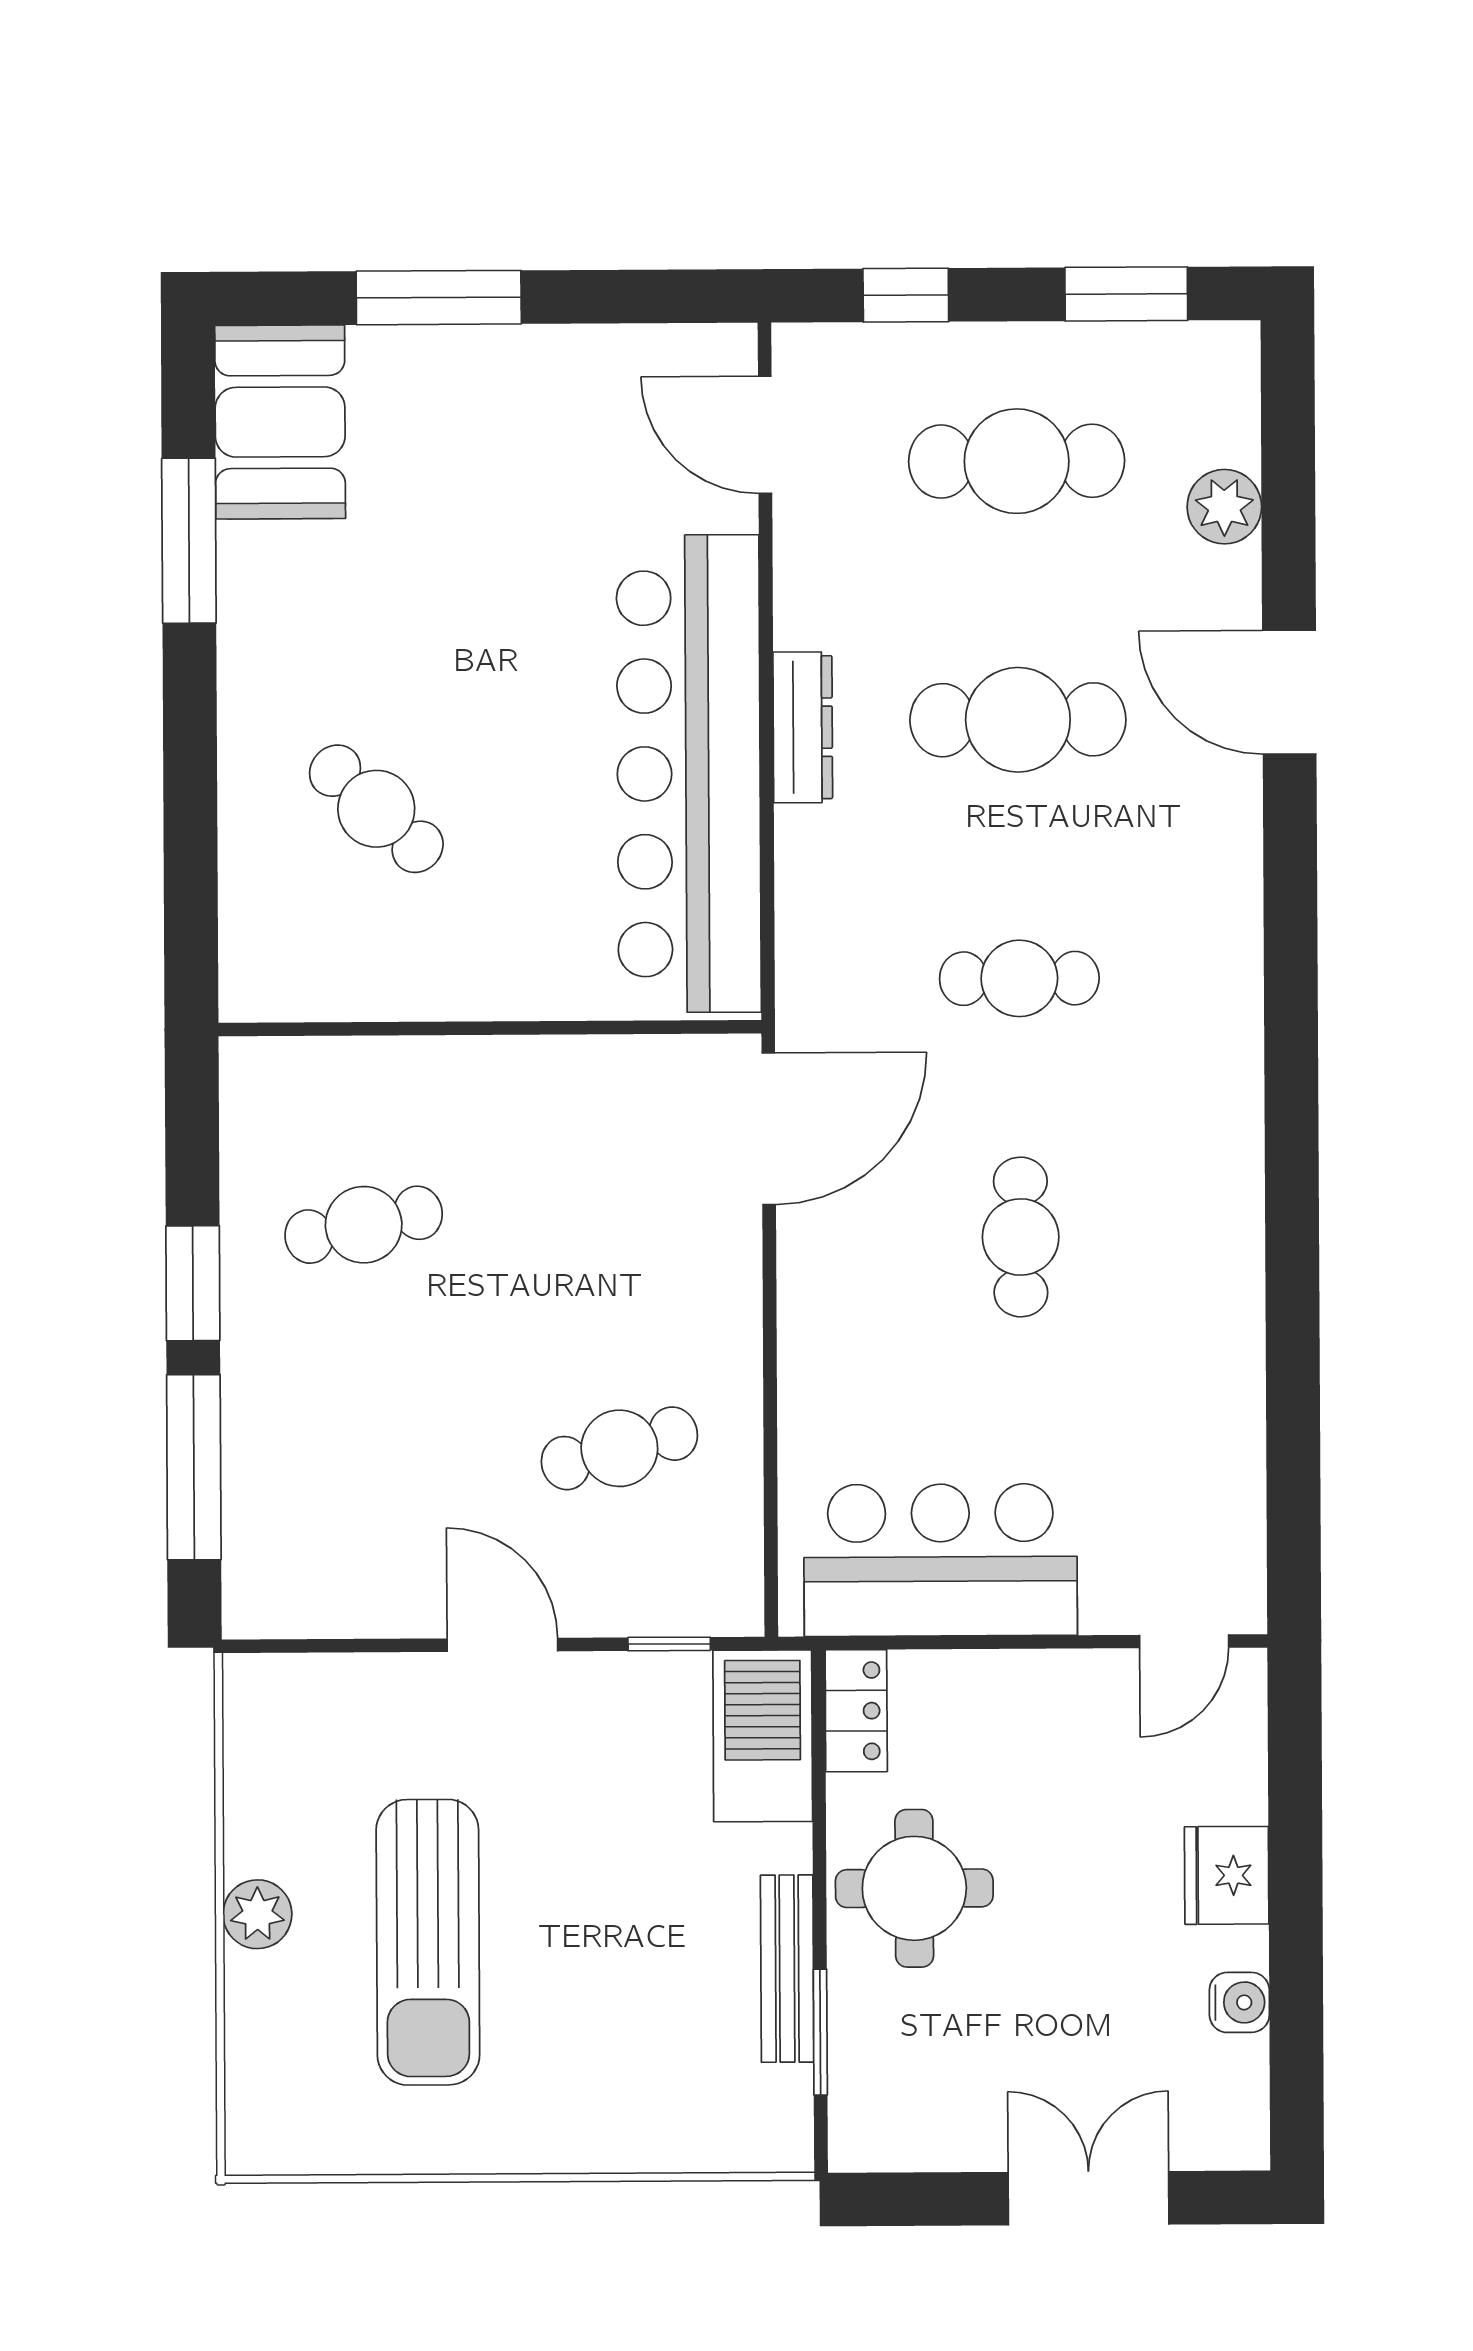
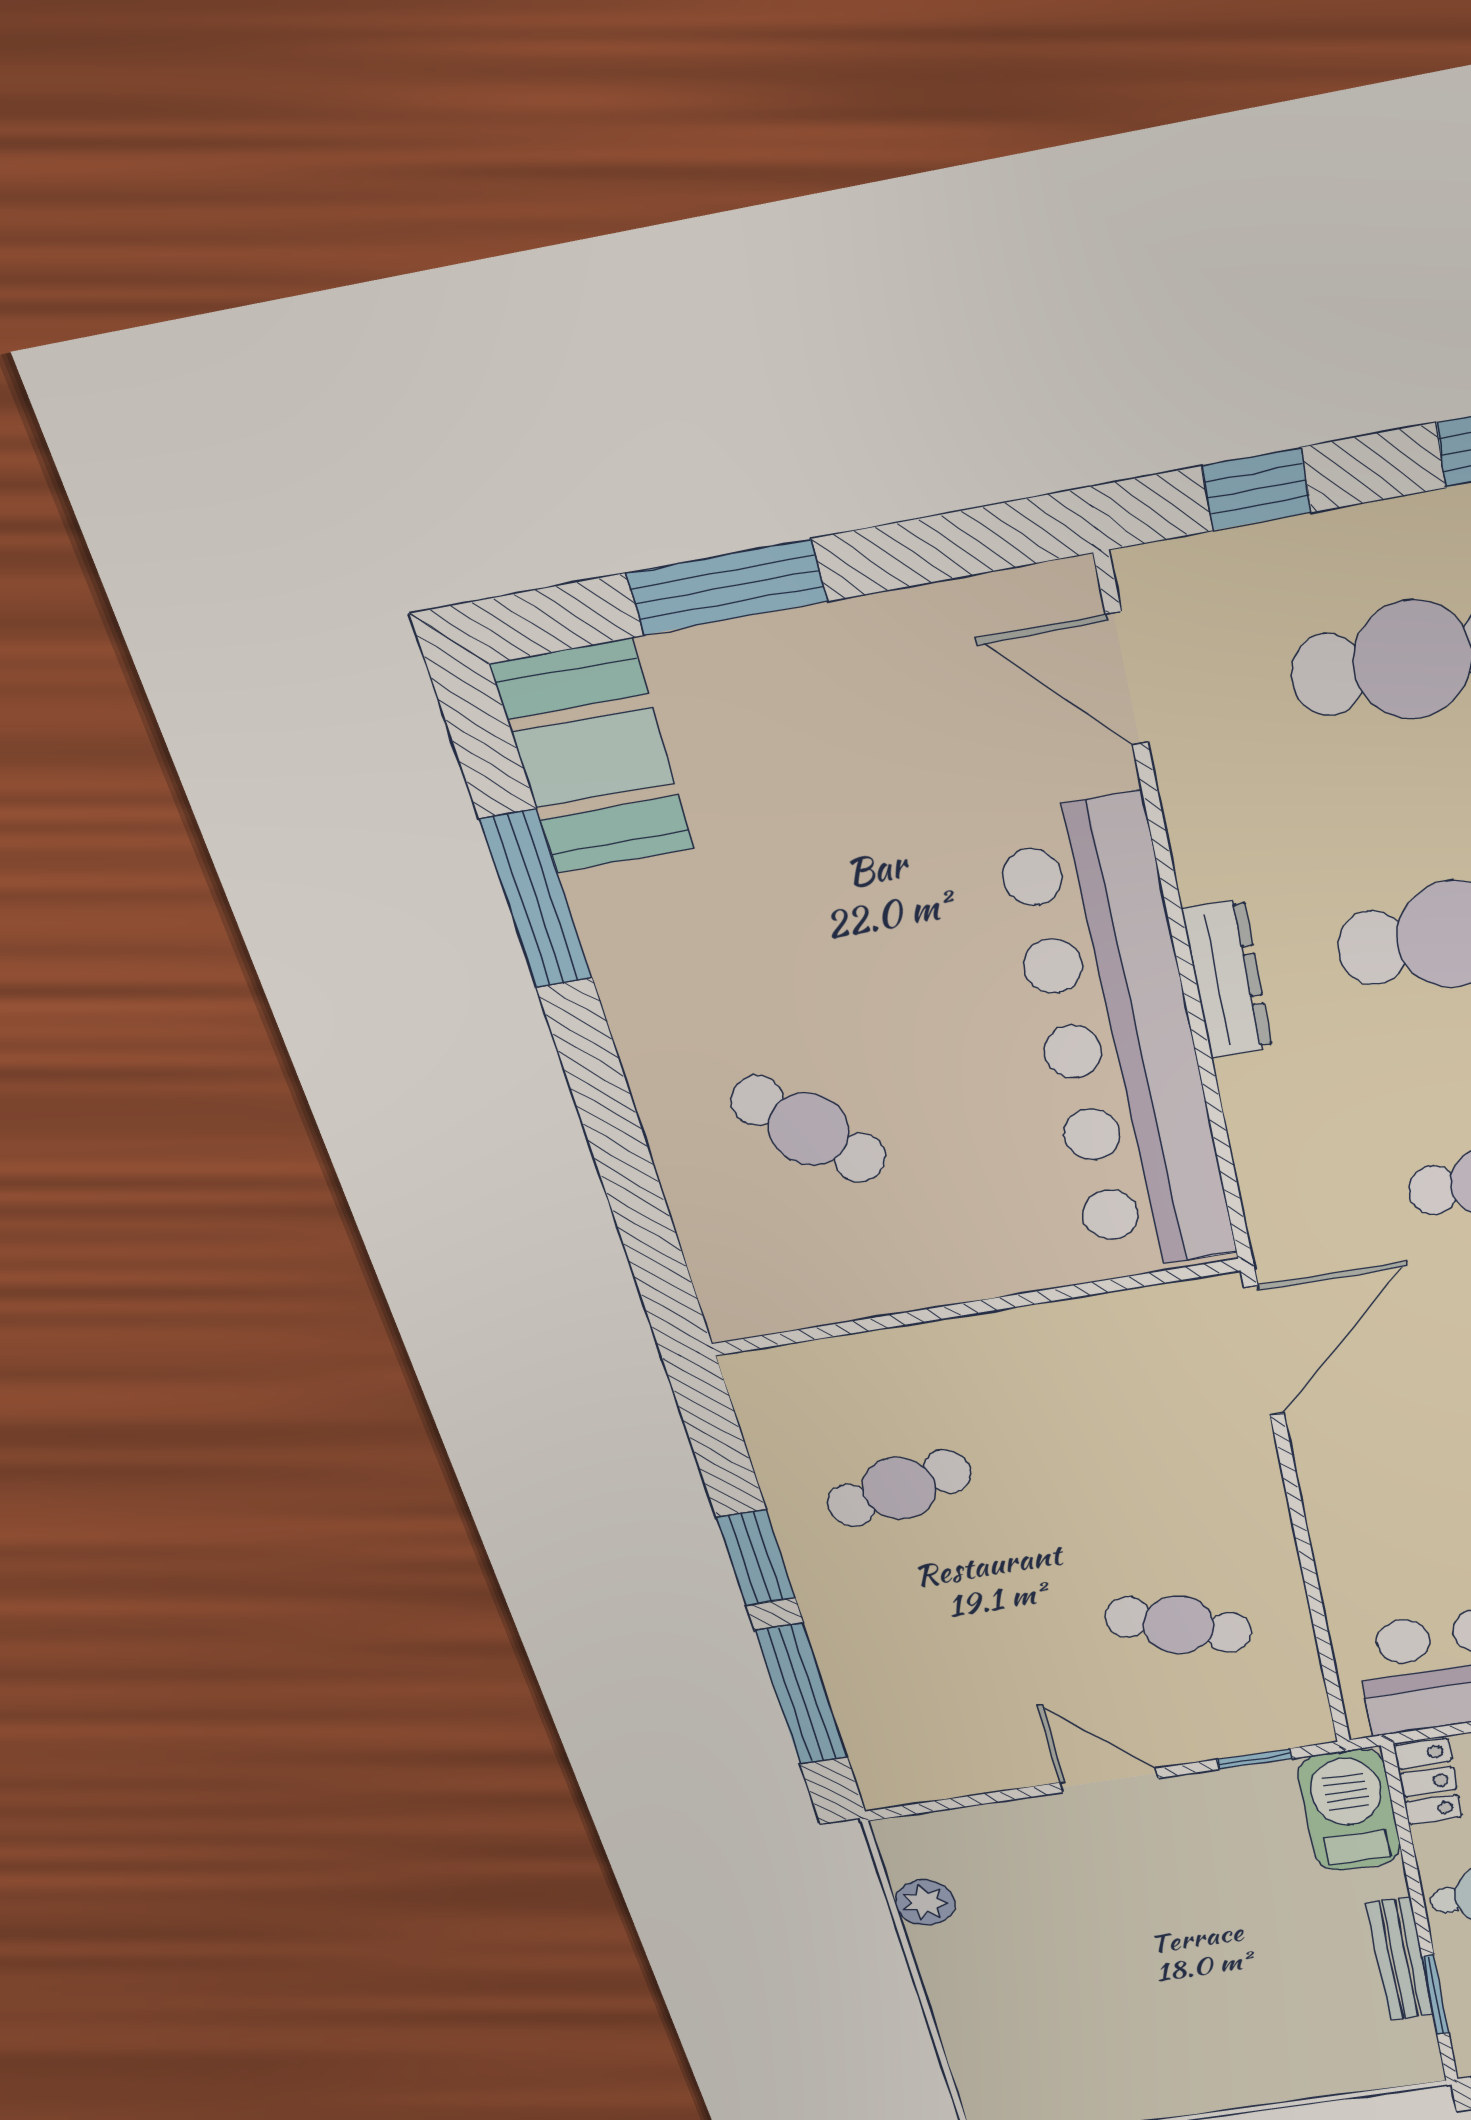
cafe table: (619, 1448) -> (1178, 1625), turned 36
plant: (257, 1914) -> (925, 1903), moved
sun lounger: (428, 1942) -> (1097, 1984), removed

